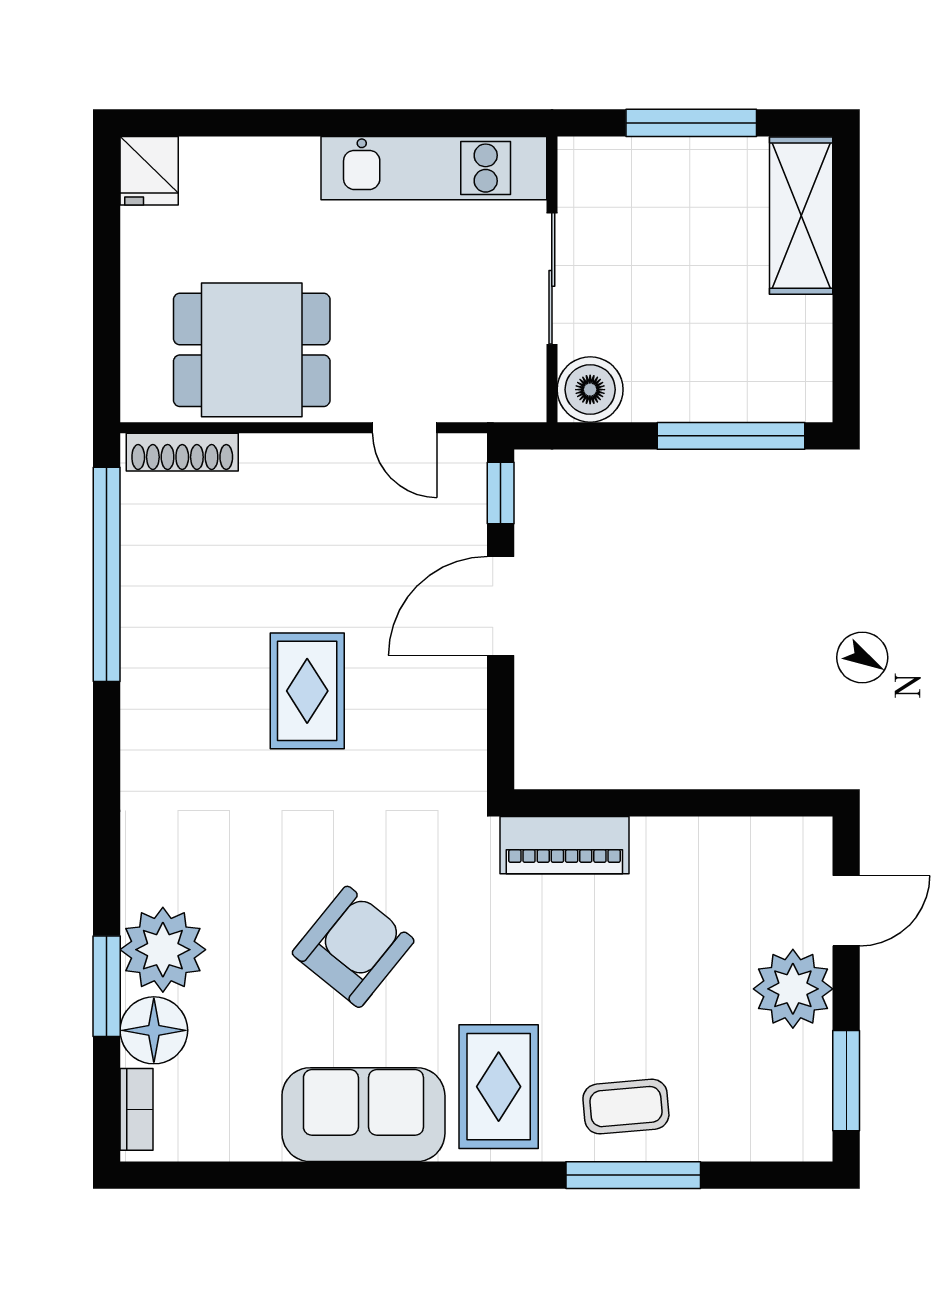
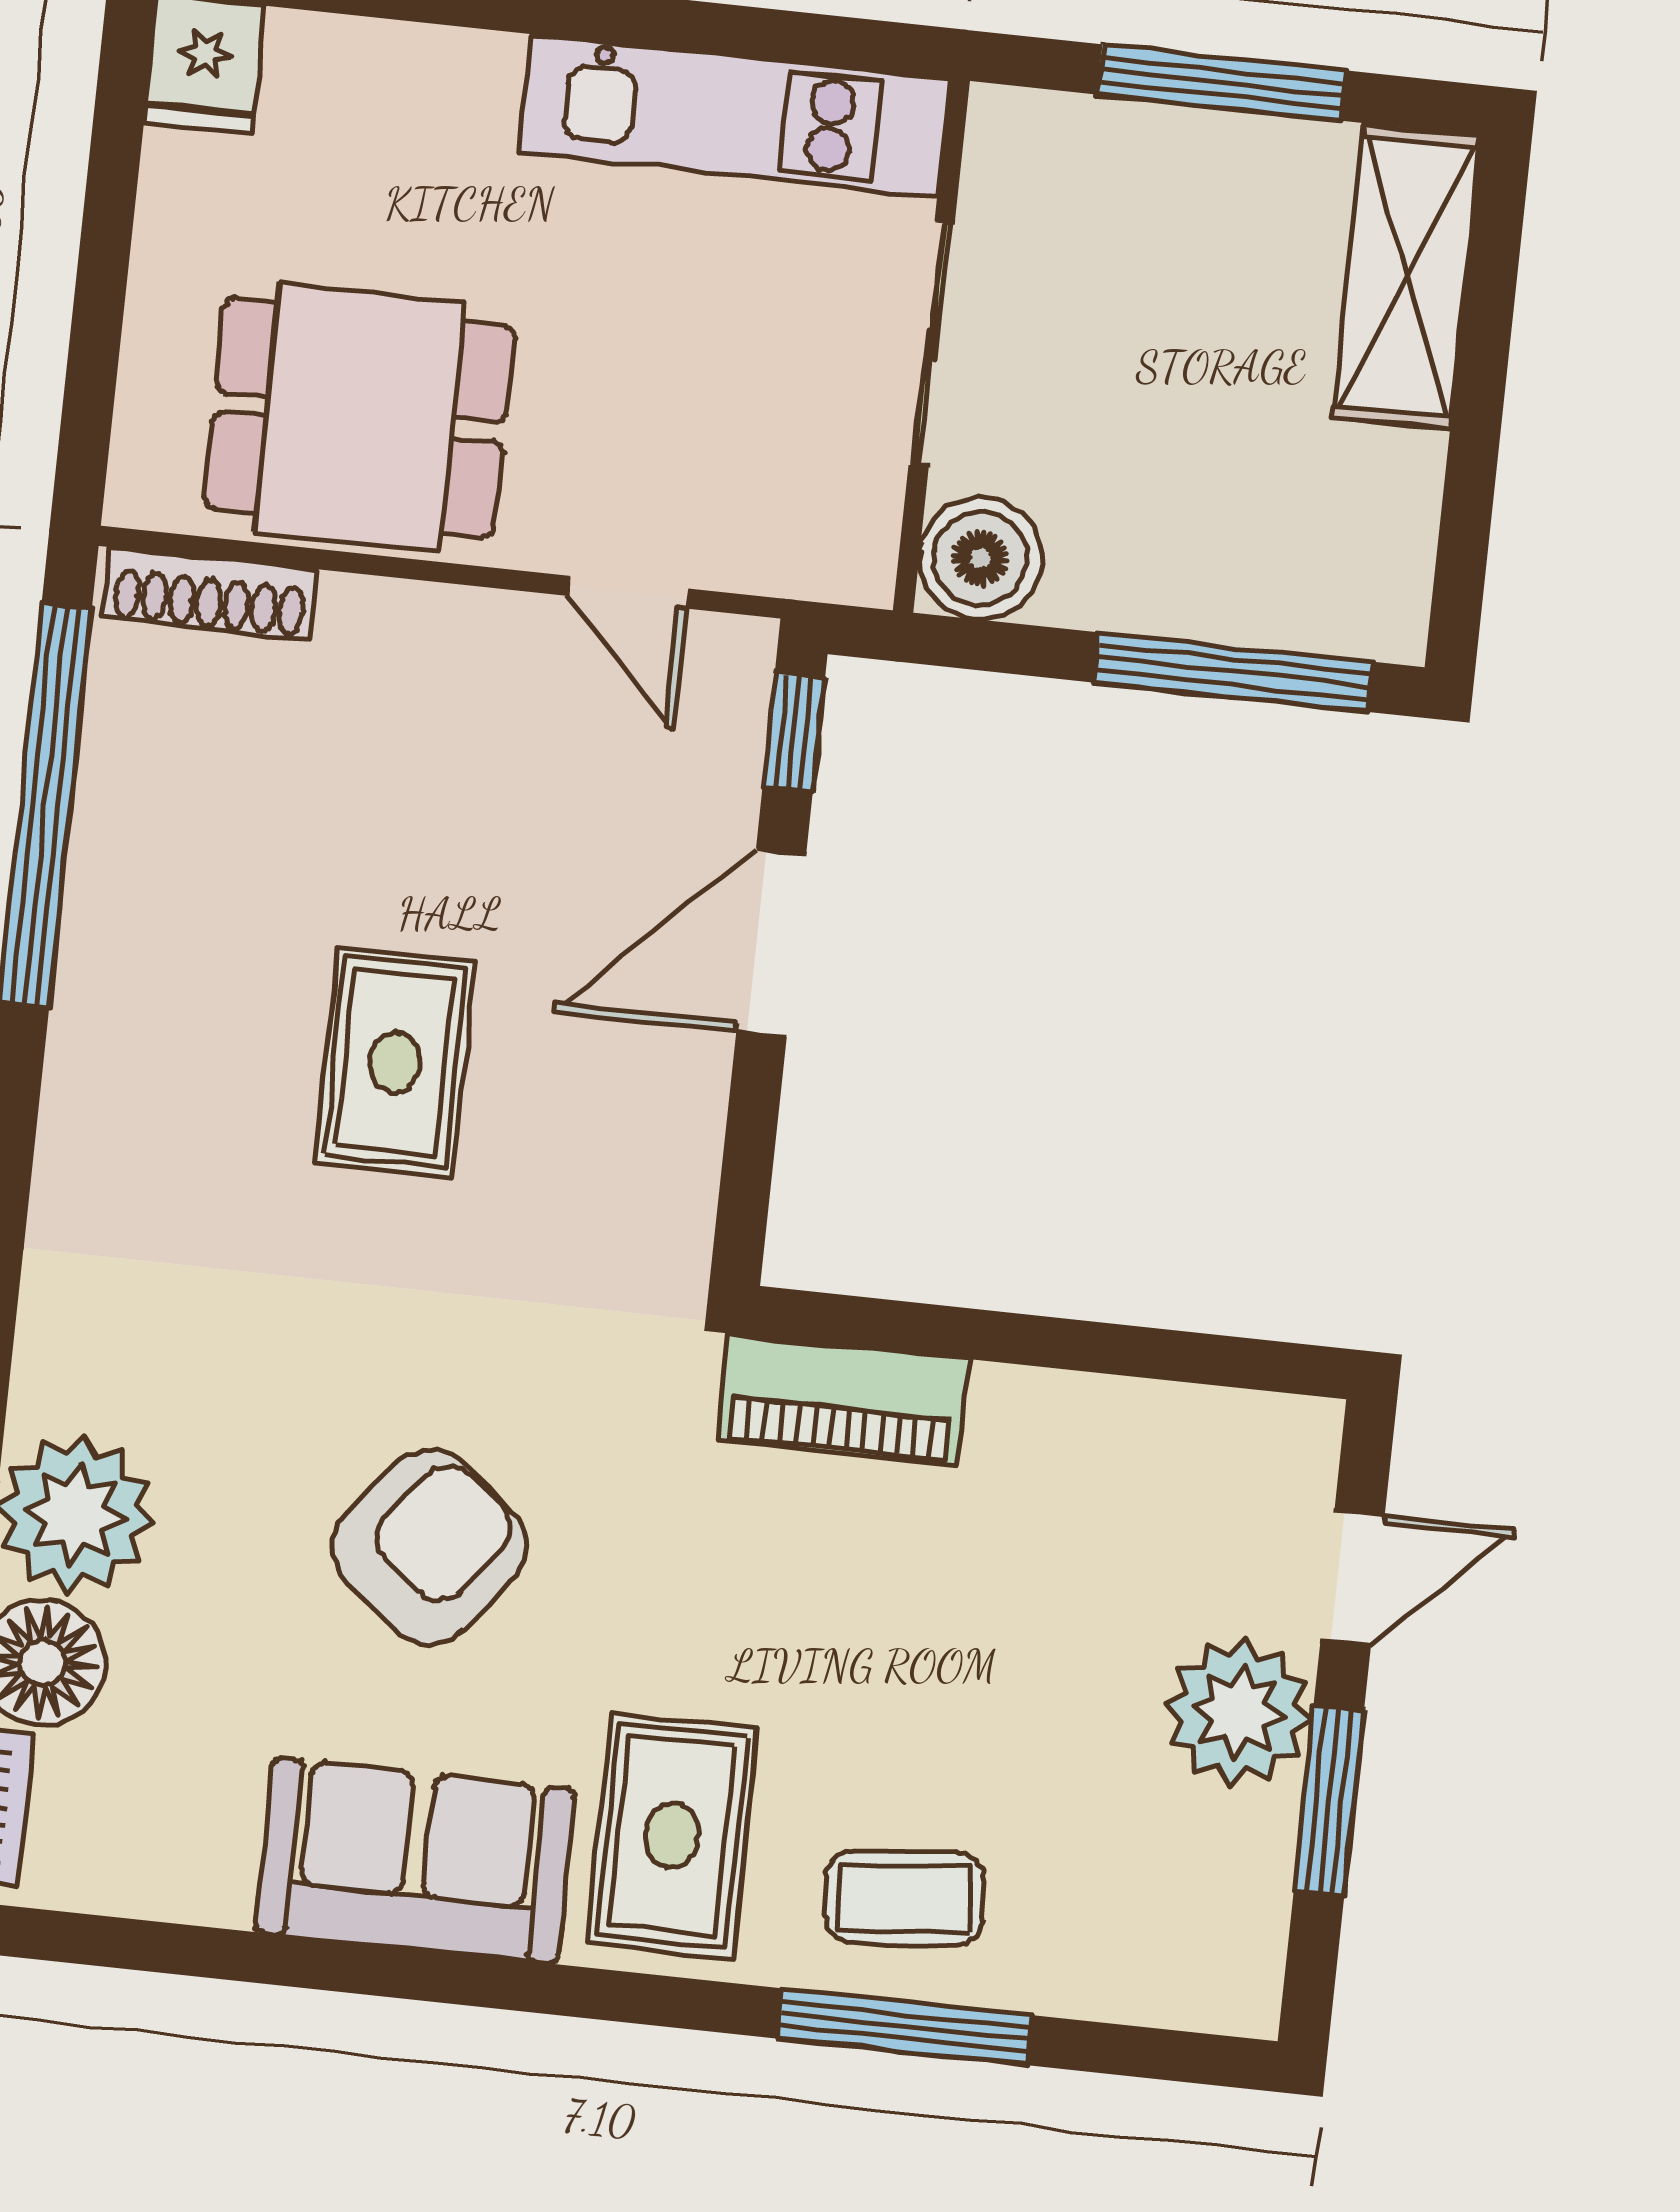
window: (846, 1081) -> (1329, 1801), moved

